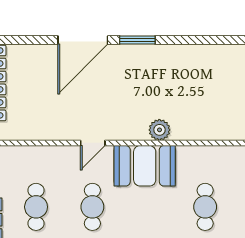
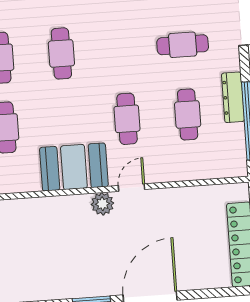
plant: (159, 130) -> (102, 204), moved

